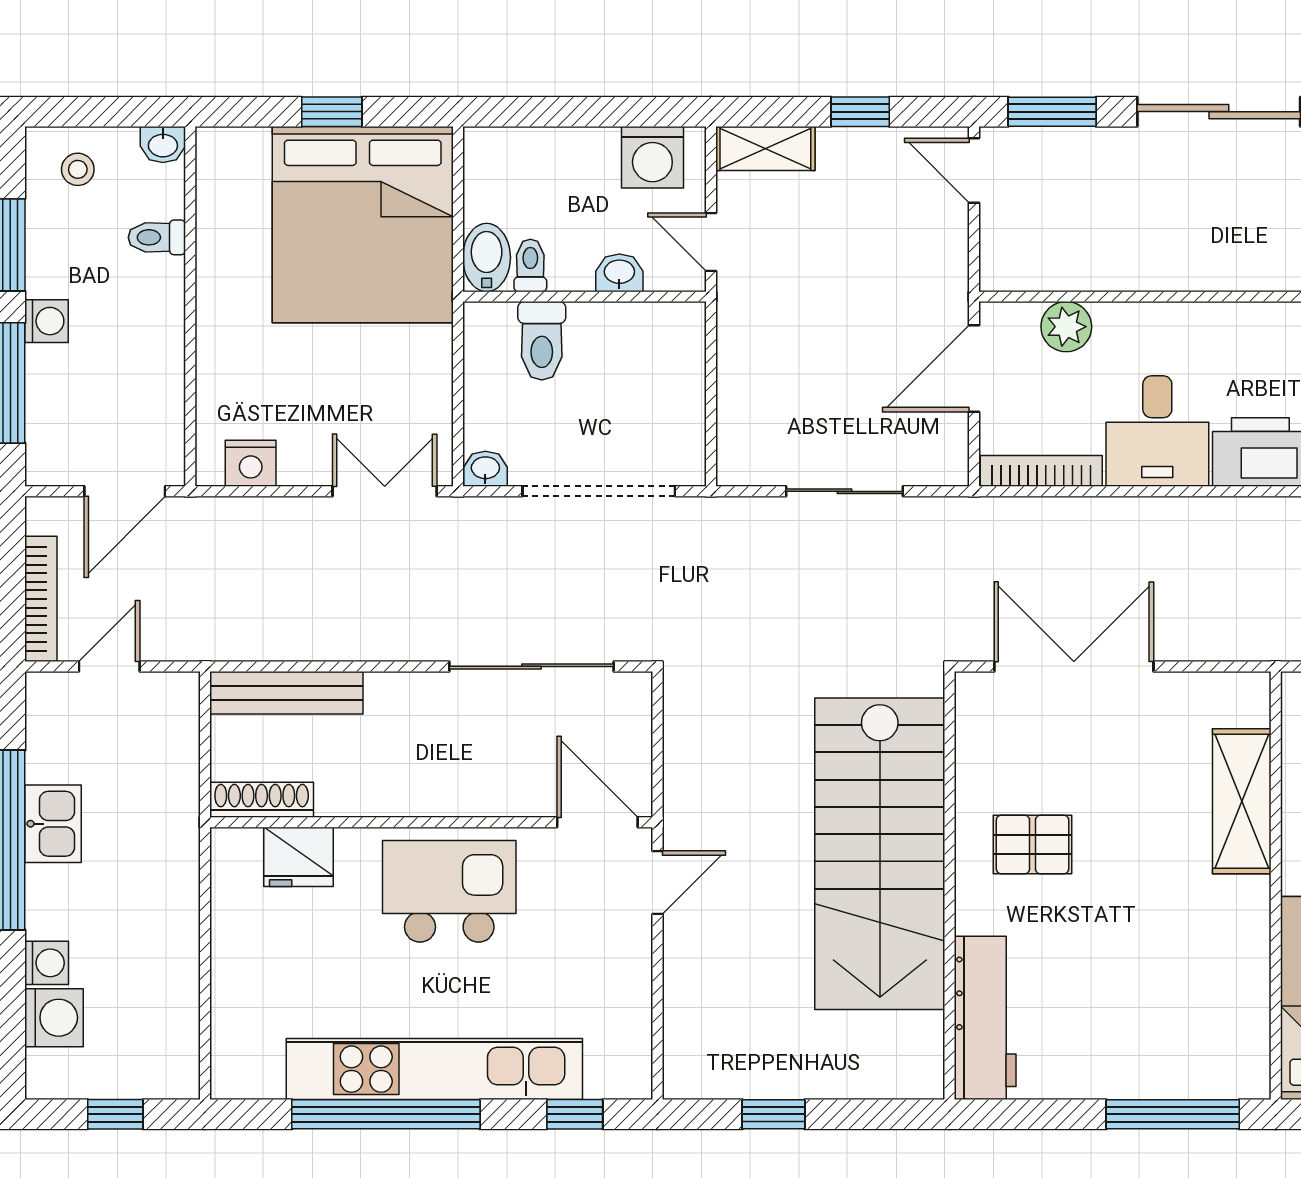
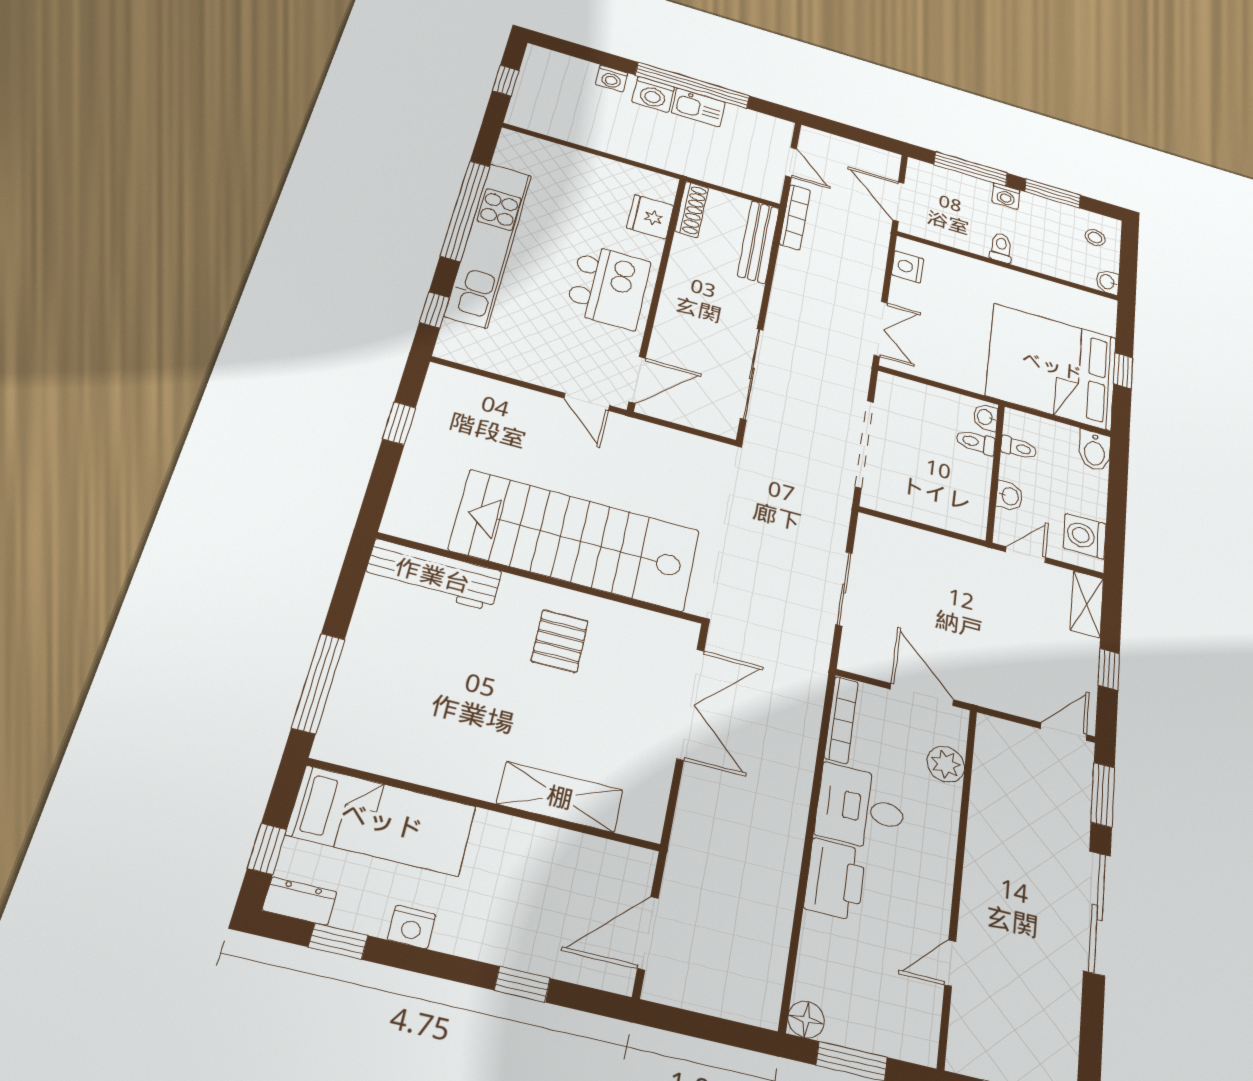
toilet: (157, 237) -> (1001, 248), moved
bidet: (487, 257) -> (1095, 451), moved, turned 90
toilet: (542, 341) -> (976, 442), width x0.73, depth x0.72
washbasin: (485, 469) -> (985, 417), moved, turned 180
bookcase: (41, 599) -> (795, 217), moved, turned -90
washing machine: (54, 1018) -> (653, 94), moved

